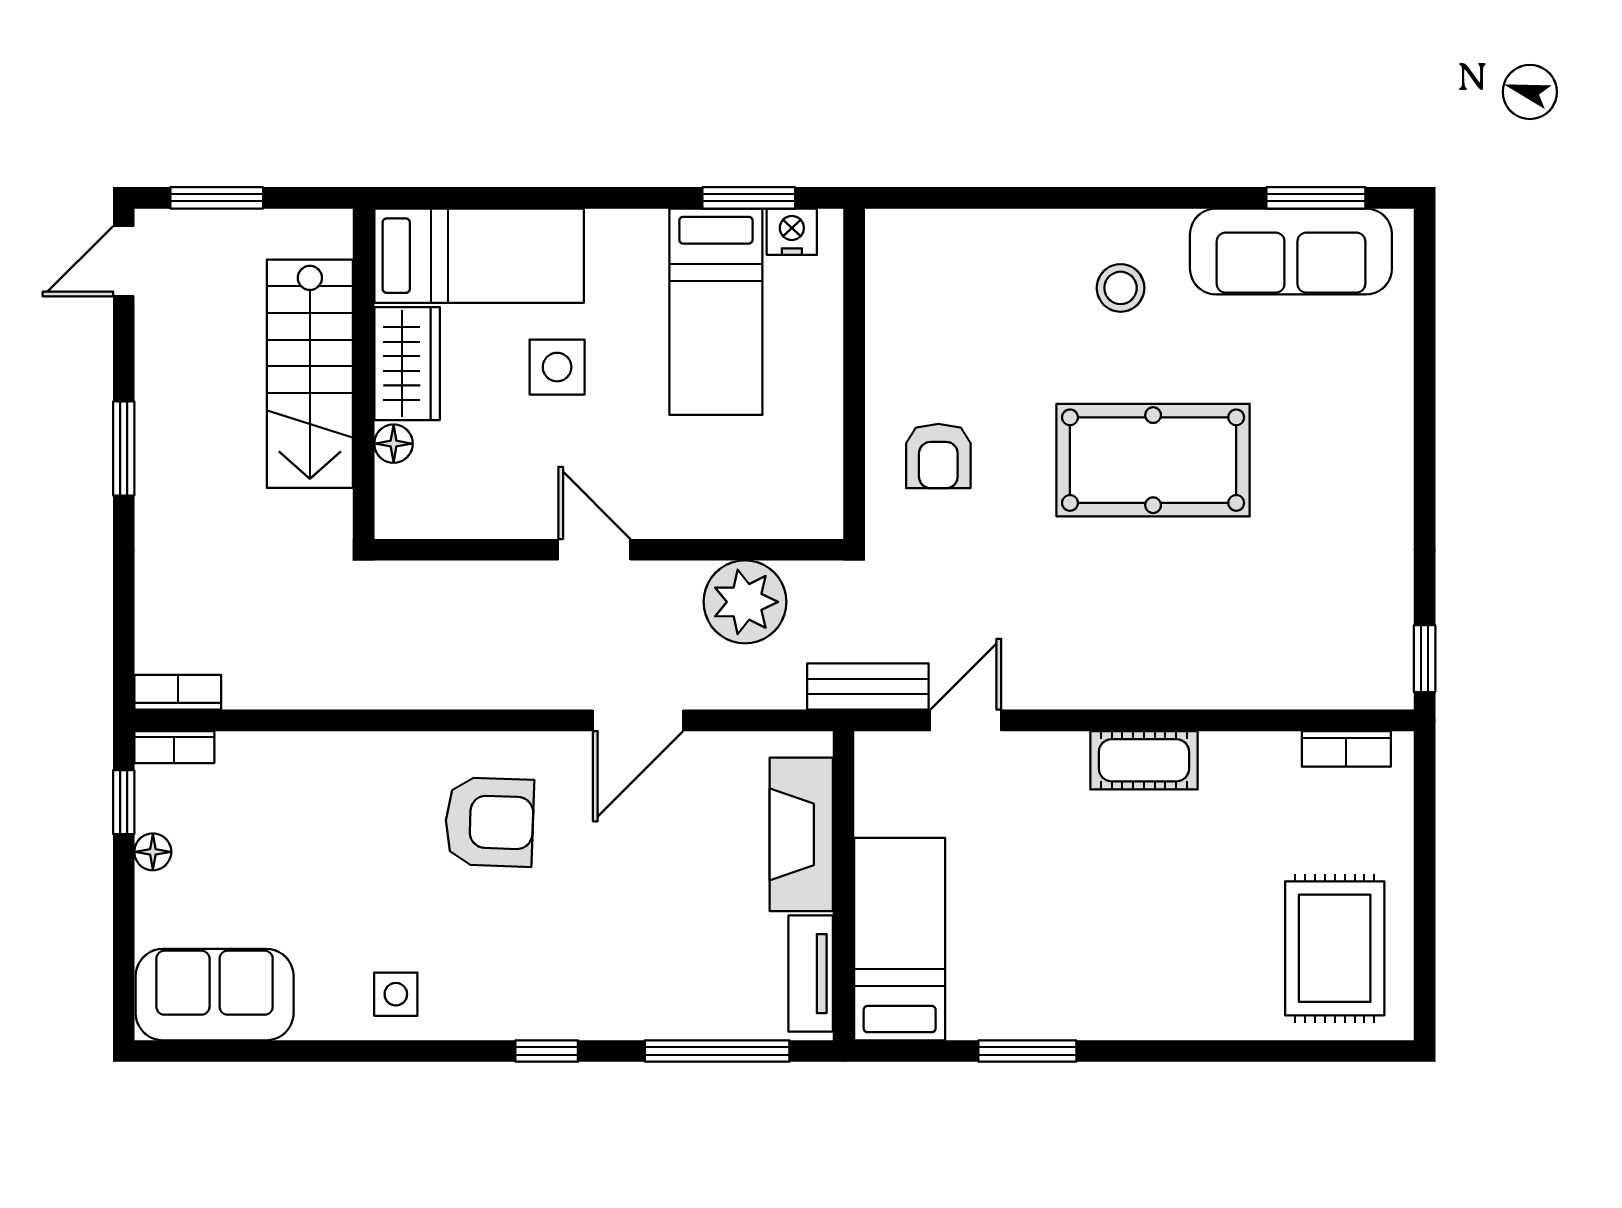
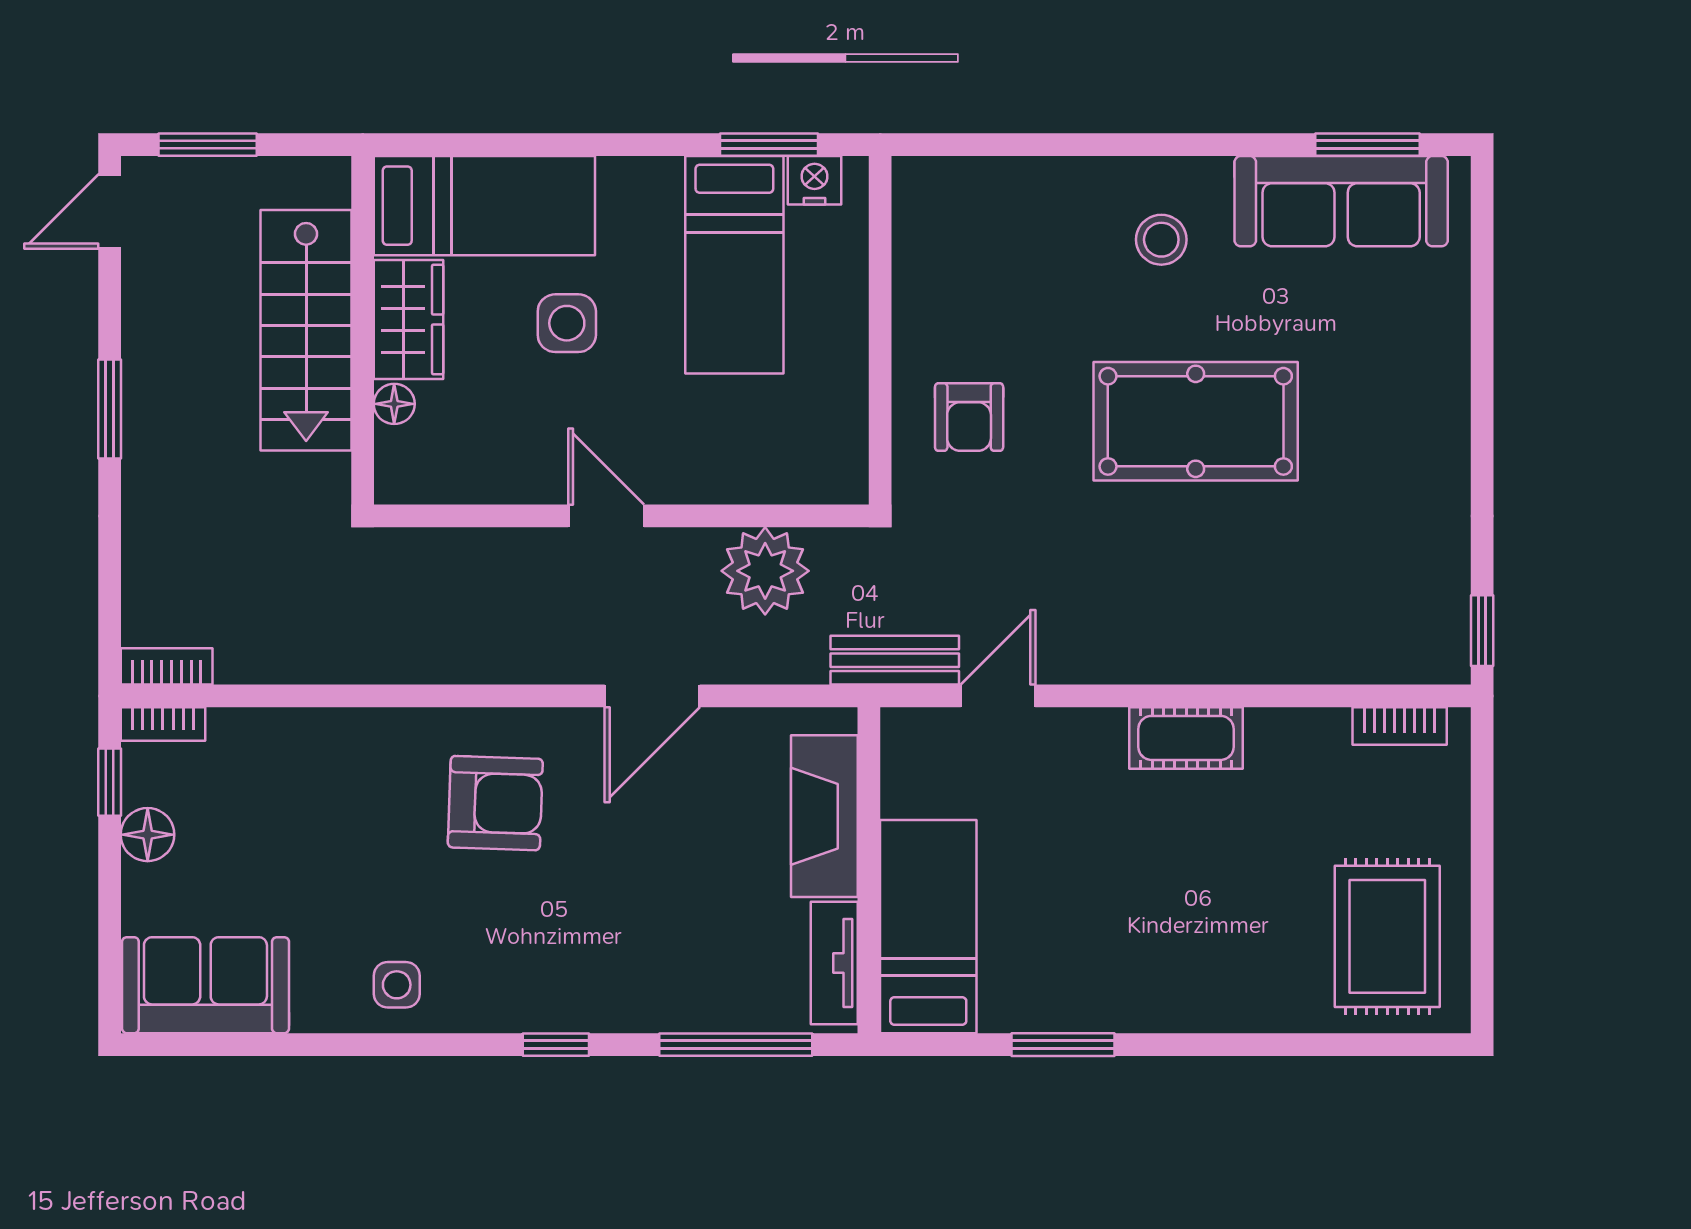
floor lamp: (153, 852) -> (148, 835), width x1.37, depth x1.37

